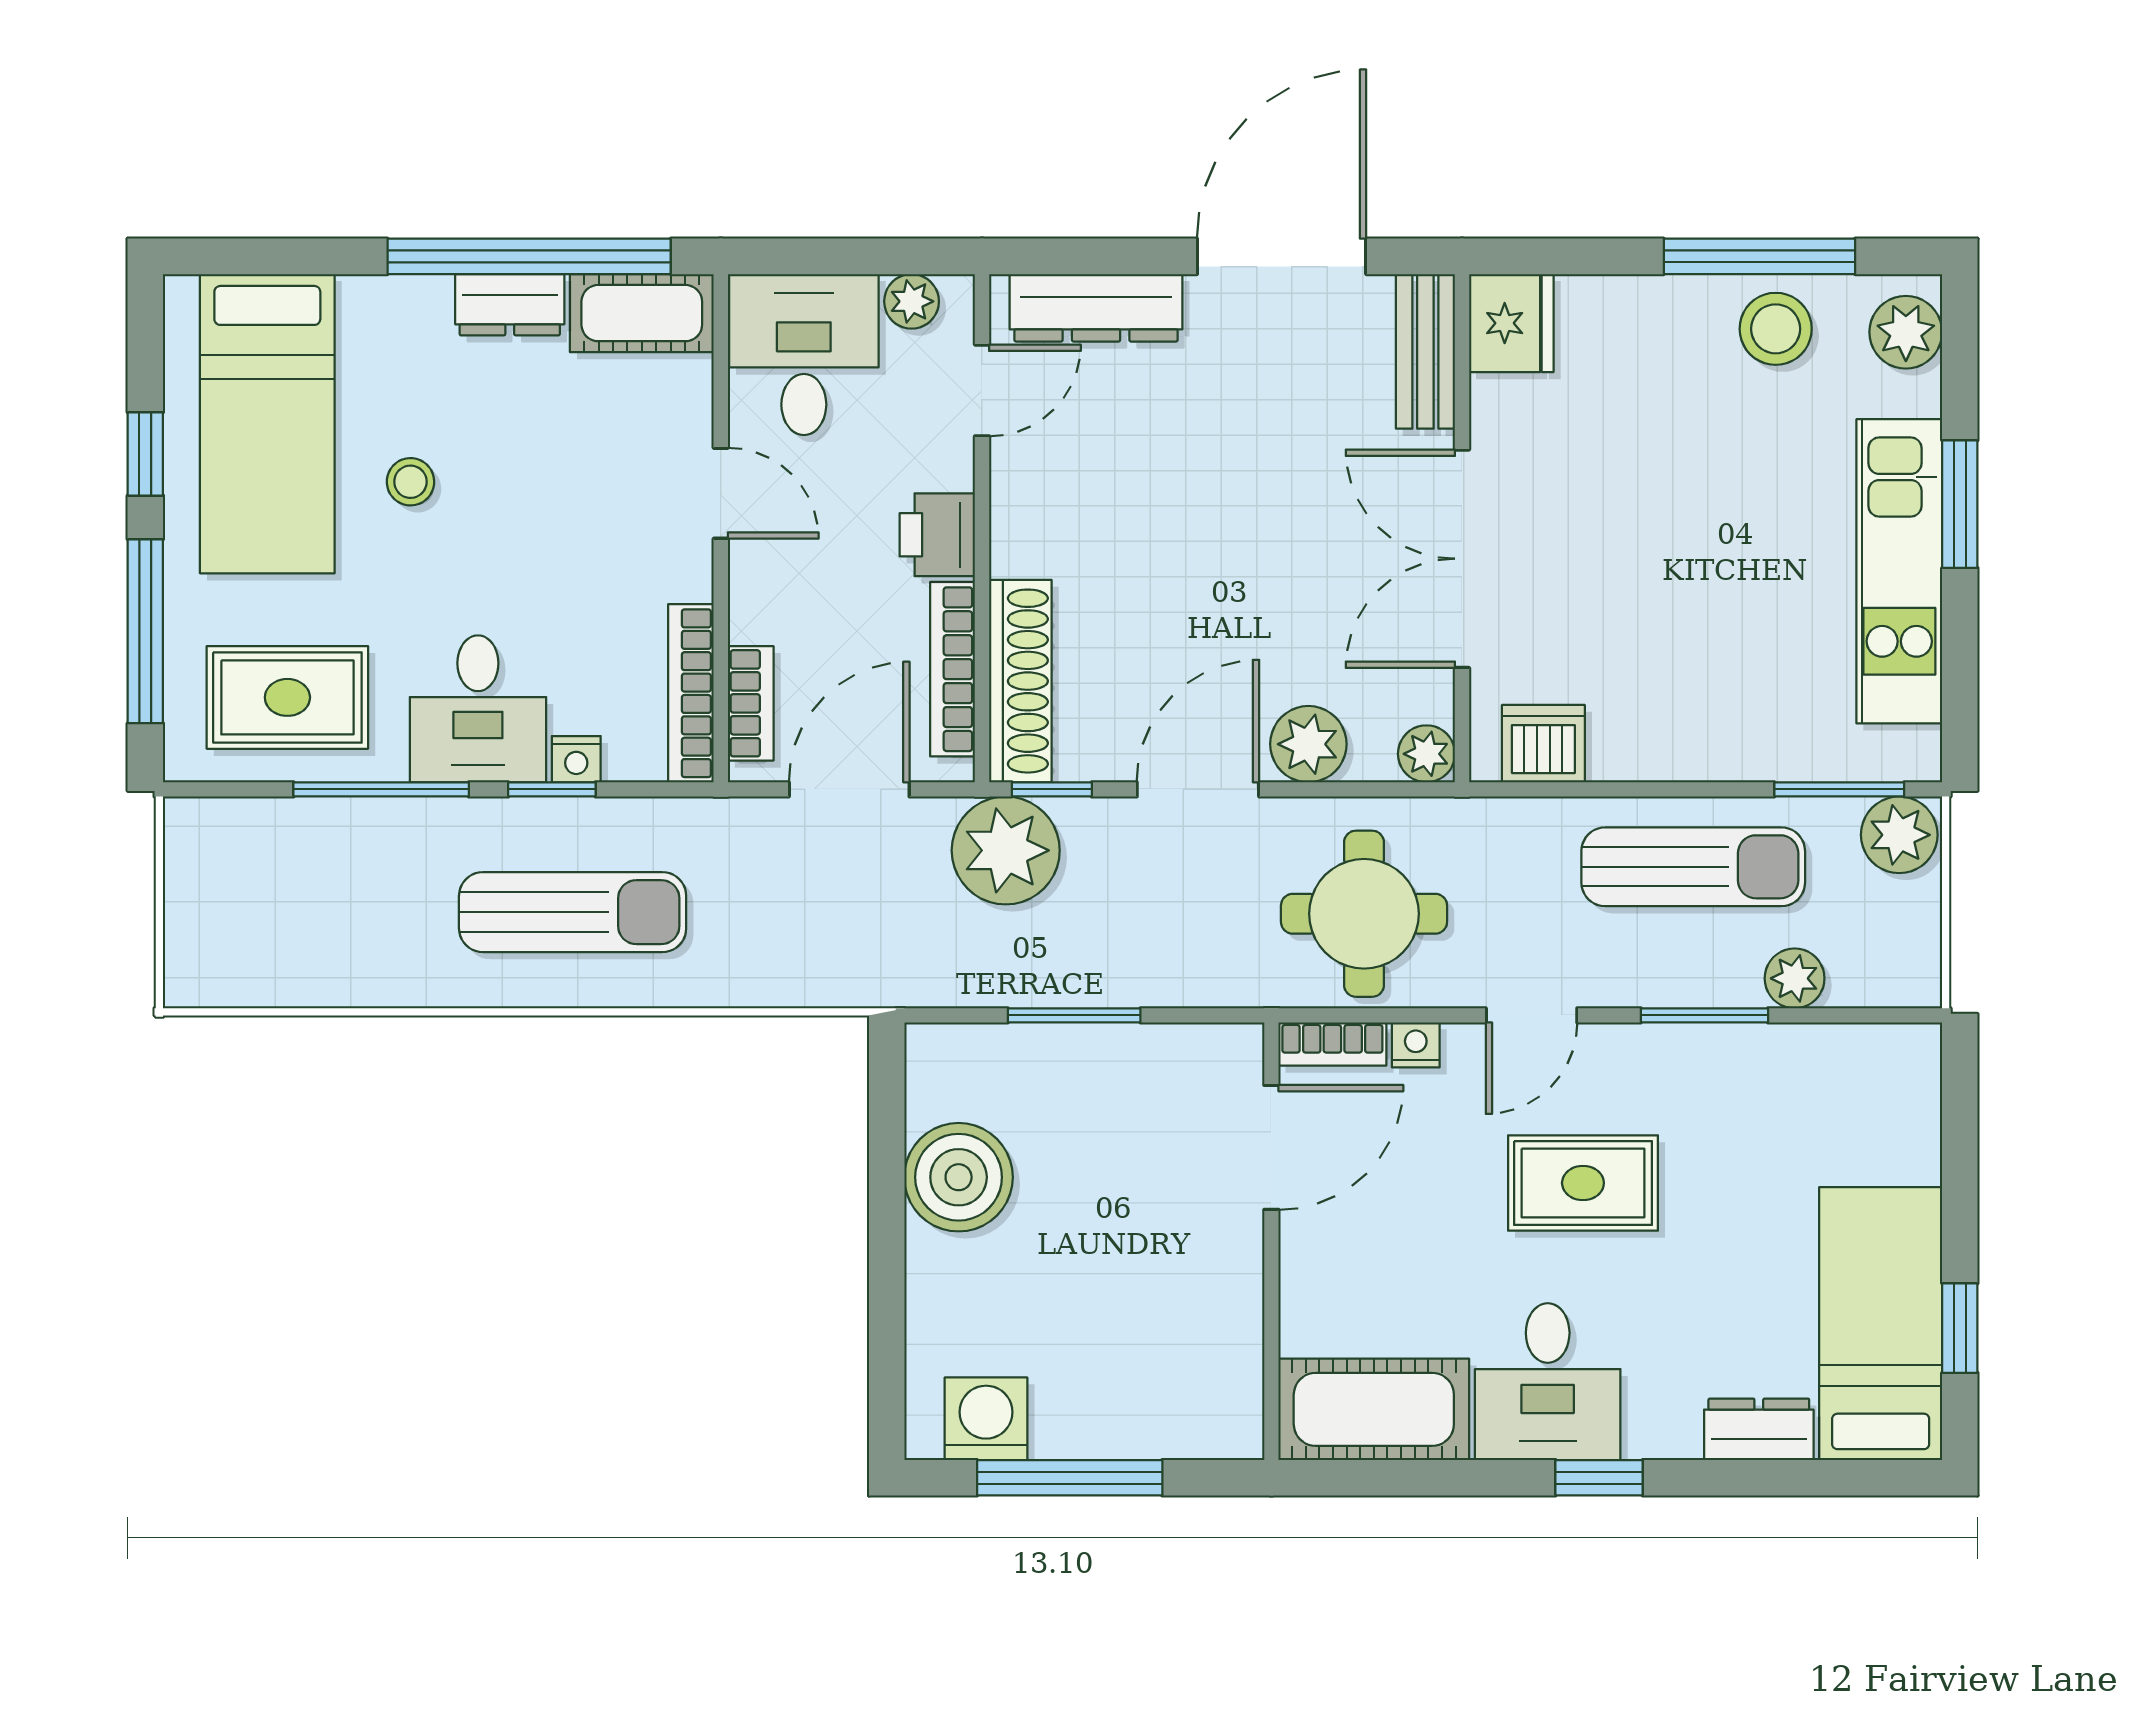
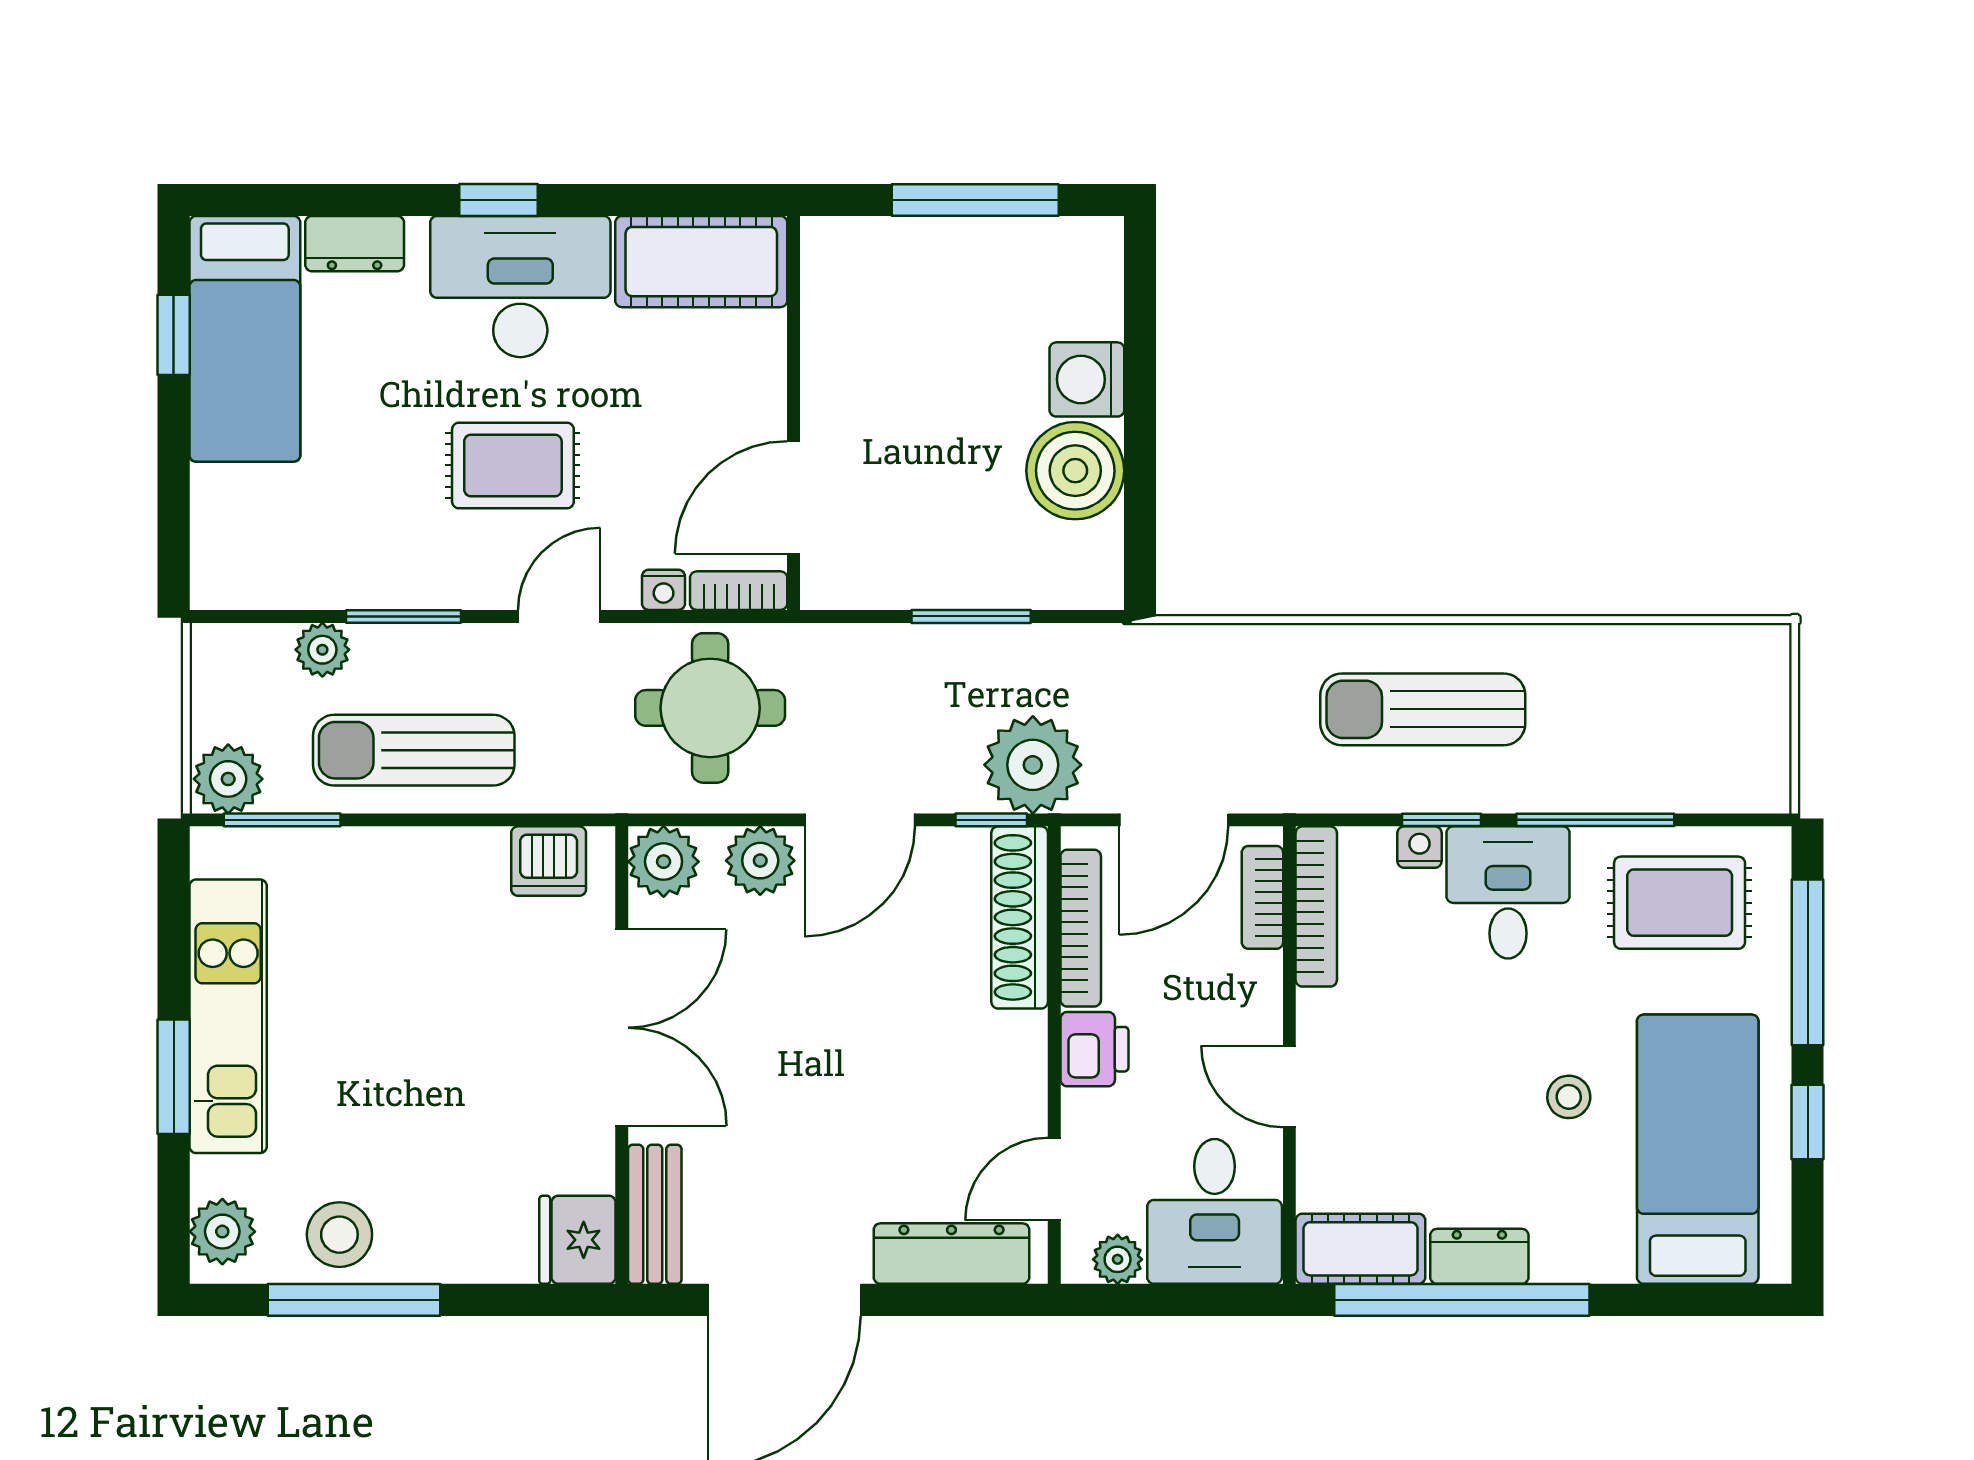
plant: (1426, 754) -> (664, 862), width x1.38, depth x1.38
desk: (1548, 1382) -> (520, 287), width x1.37
washing machine: (986, 1419) -> (1087, 379), moved, turned 90

